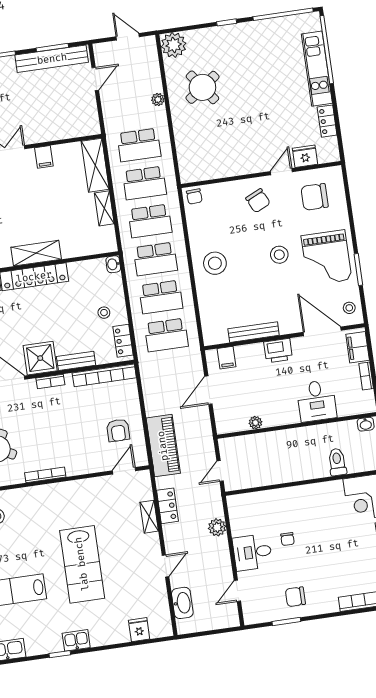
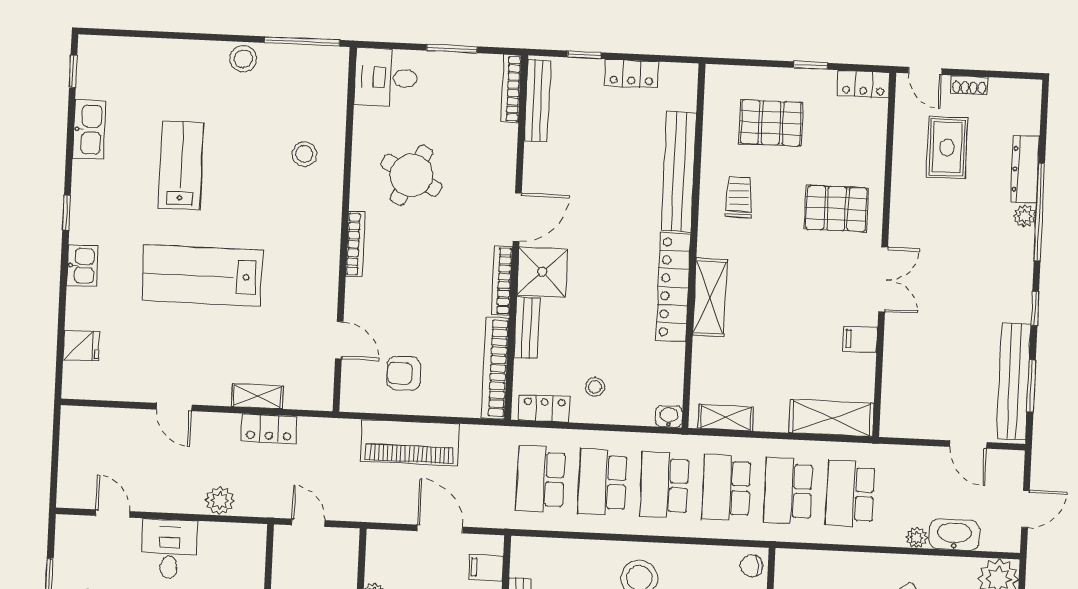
shelving: (104, 208) -> (726, 418), moved
bookcase: (50, 381) -> (502, 281), width x1.56
piano: (163, 446) -> (410, 442), moved
door: (124, 471) -> (339, 340), moved
washbasin: (182, 603) -> (954, 535), moved, turned 180
kitchen sink: (76, 640) -> (82, 266), moved

